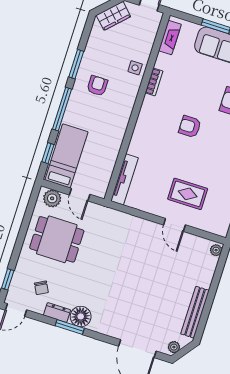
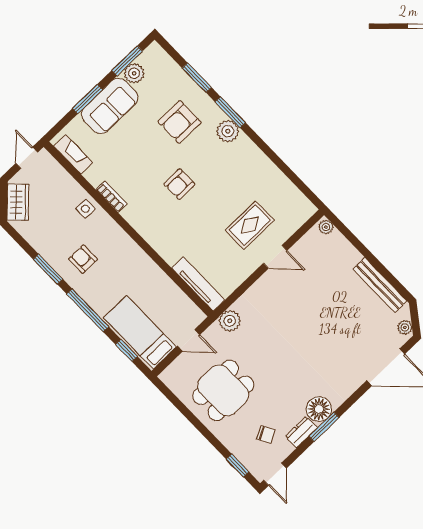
plant: (52, 198) -> (230, 321), moved

